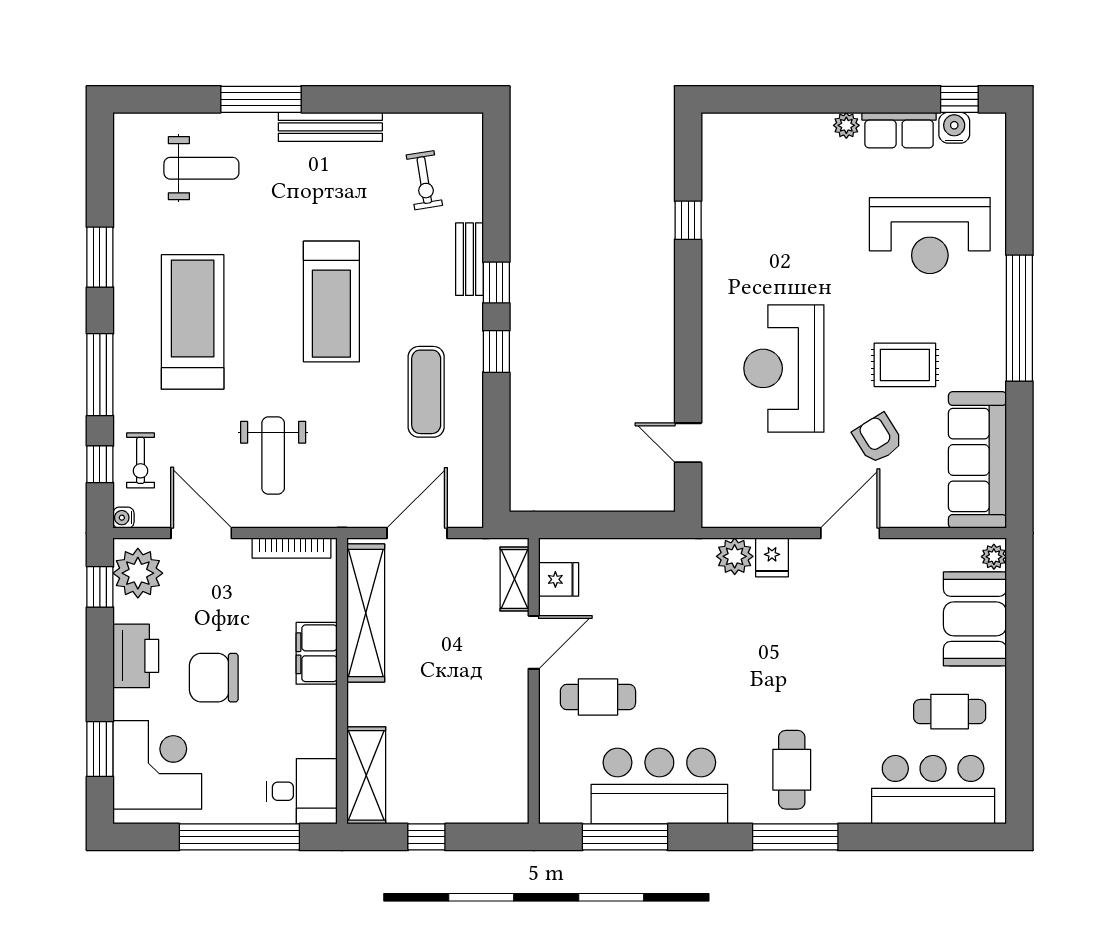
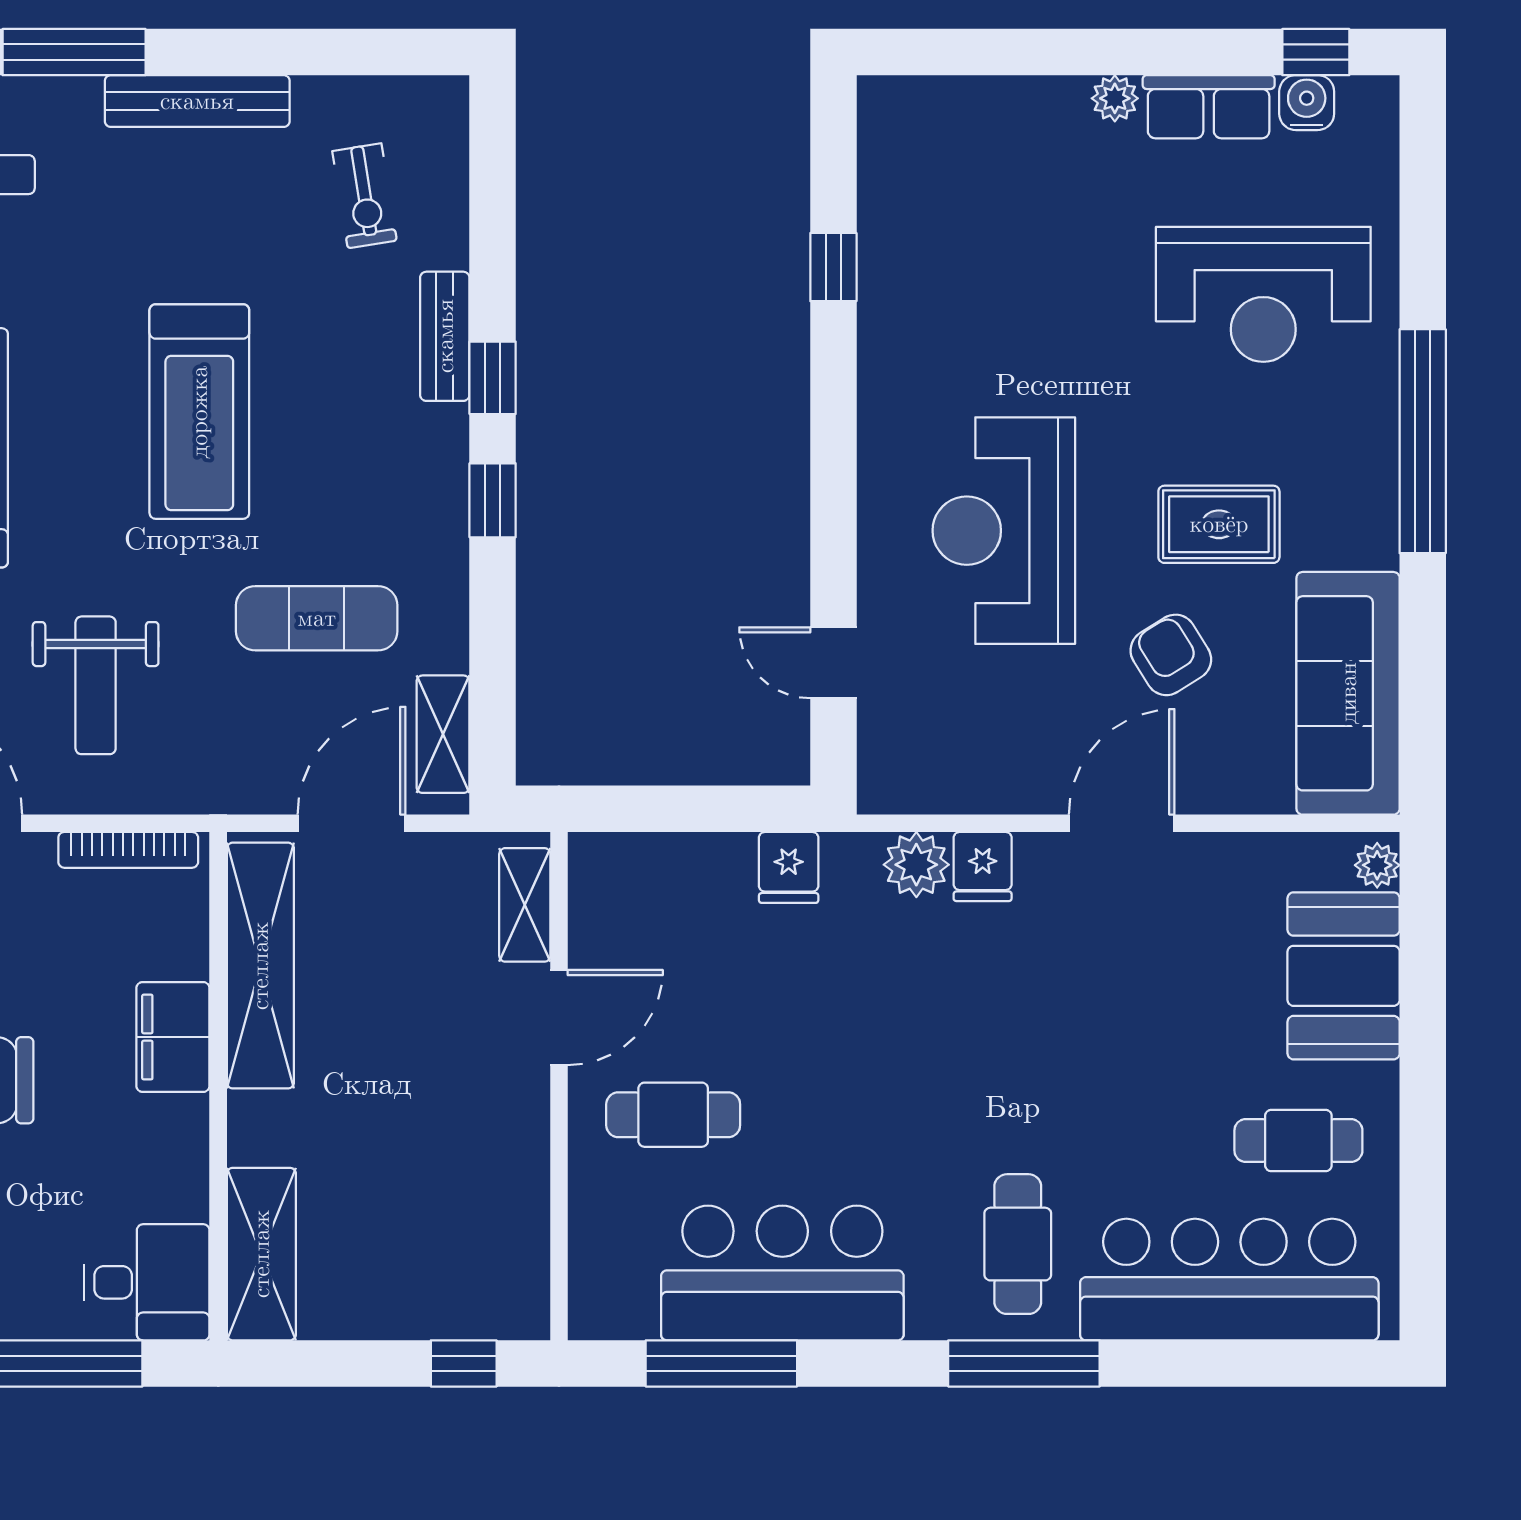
exercise mat: (426, 392) -> (317, 618), moved, turned 90
shelving: (468, 483) -> (443, 734), added
fridge: (559, 579) -> (789, 867), moved, turned 90
bar counter: (933, 790) -> (1229, 1280), width x1.36
window: (426, 837) -> (464, 1363), moved

